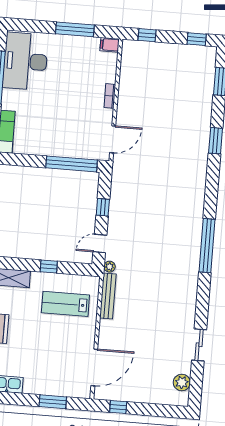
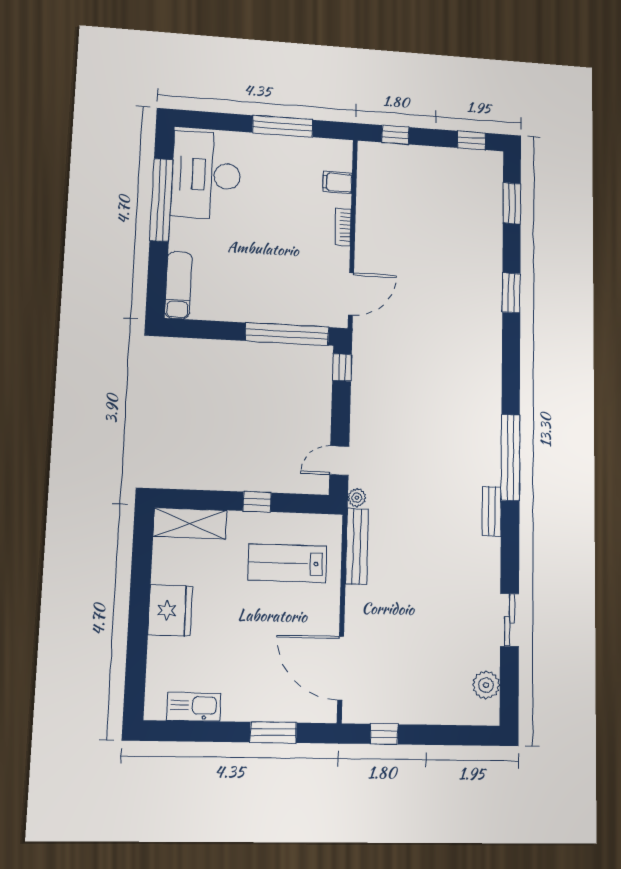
filing cabinet: (110, 45) -> (337, 182), moved
window: (103, 207) -> (342, 367), moved
bench: (193, 278) -> (492, 511), added
door: (94, 367) -> (341, 668), swing flipped

